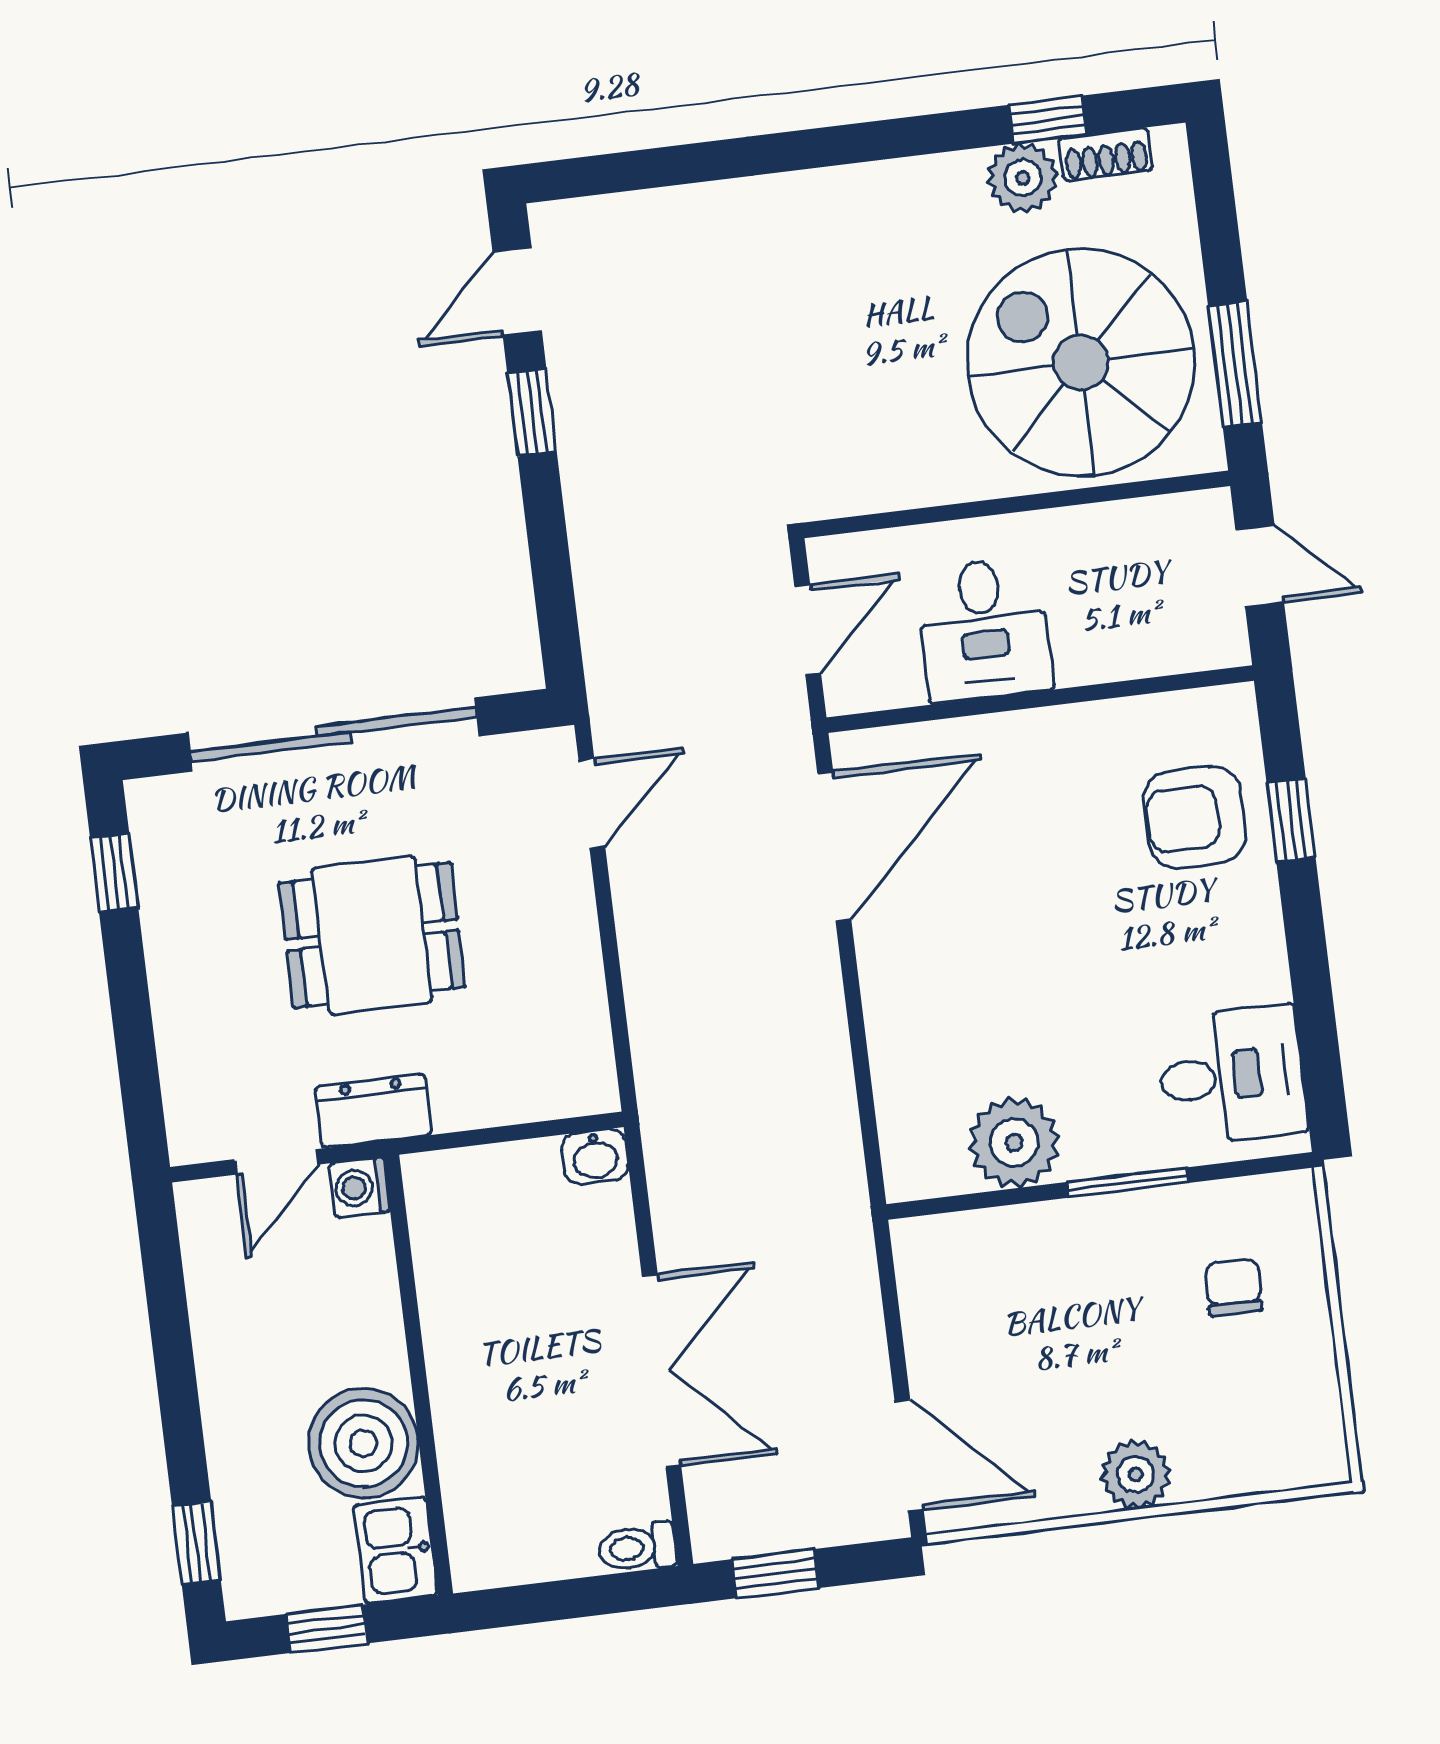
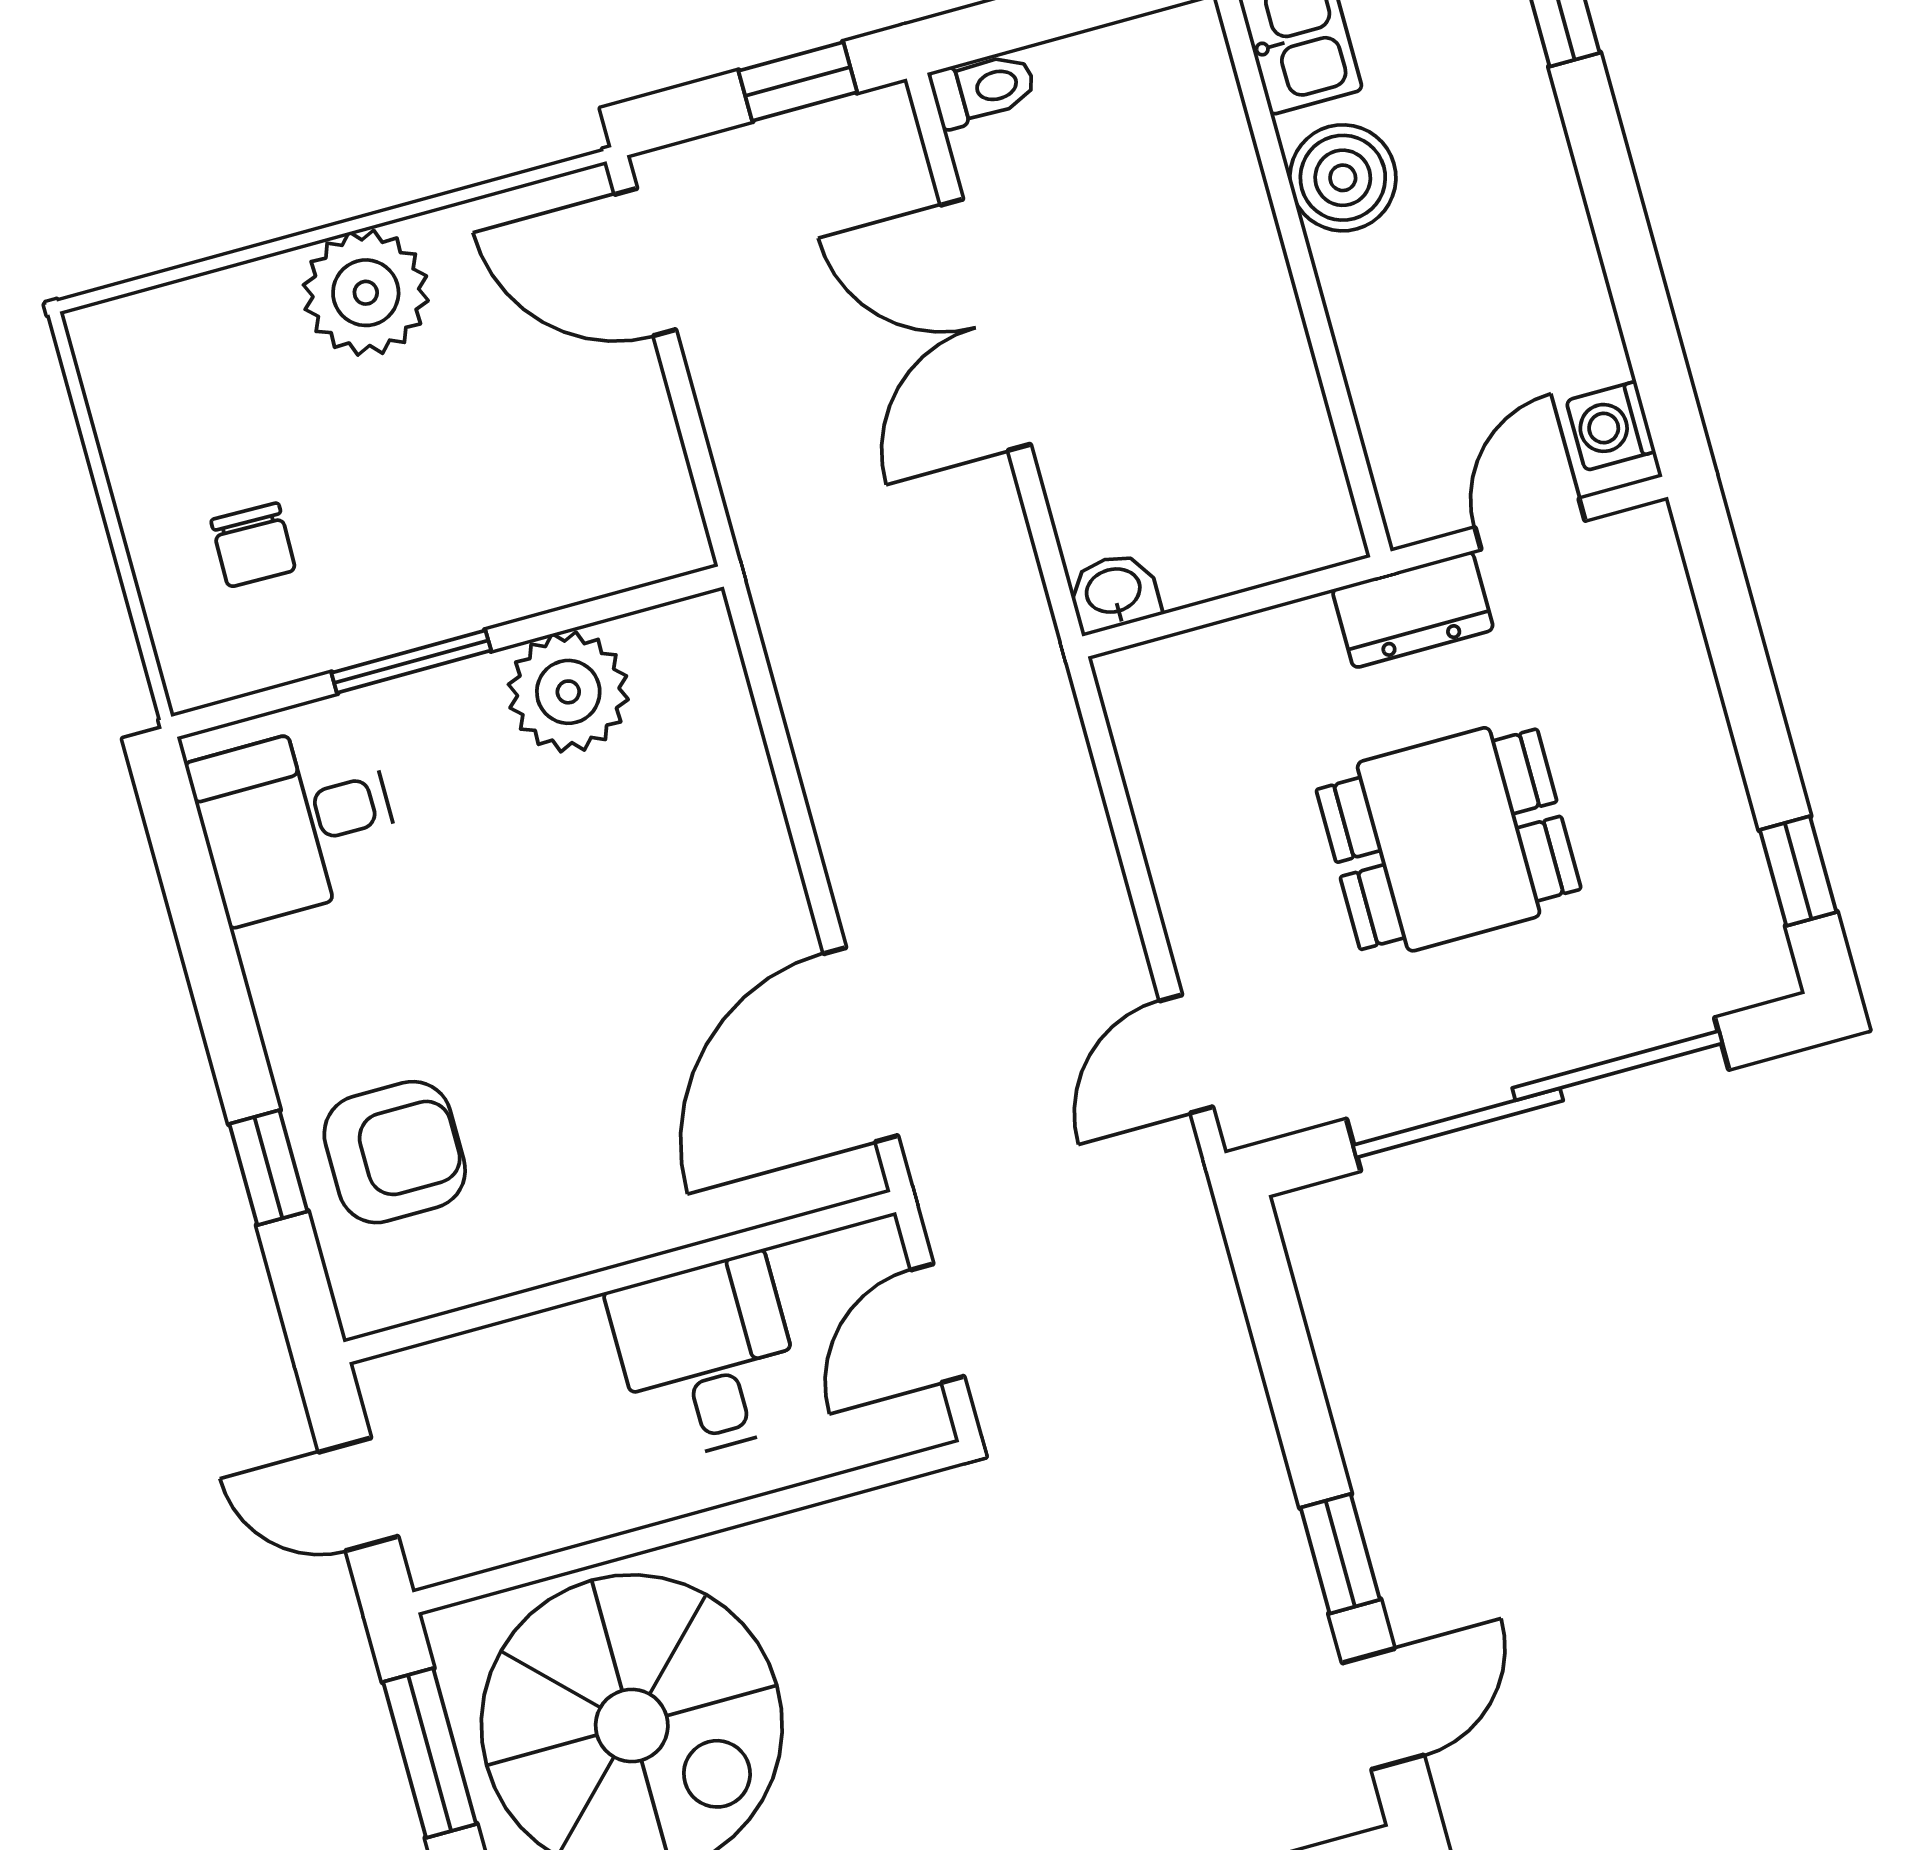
washing machine: (359, 1187) -> (1611, 426), moved, turned 180
boiler: (363, 1443) -> (1343, 178), width x0.73, depth x0.73
plant: (1136, 1474) -> (366, 293), width x1.36, depth x1.36

